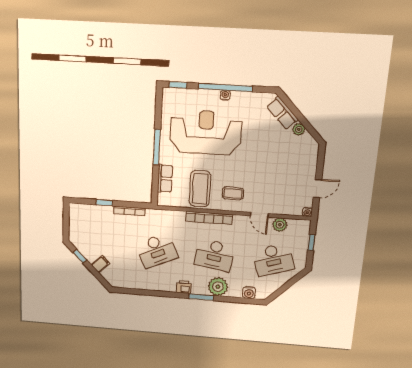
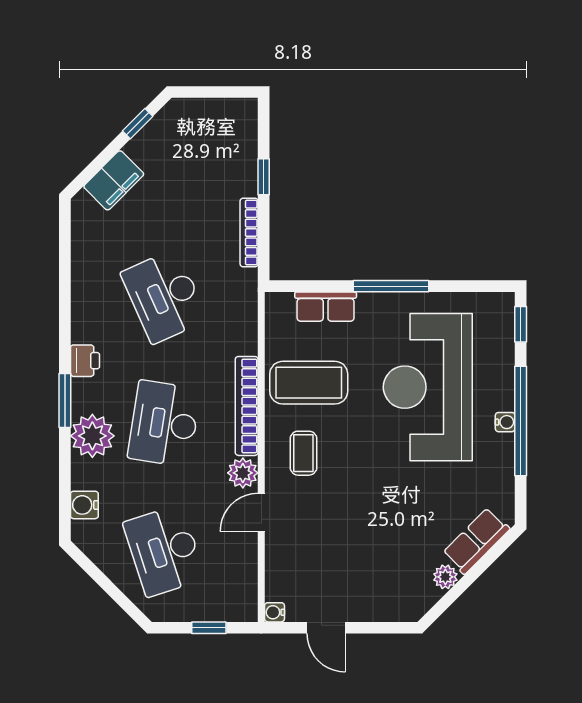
reception desk: (206, 132) -> (428, 387), turned 180
plant: (280, 225) -> (243, 473), moved
filing cabinet: (100, 264) -> (114, 180), width x2.00

